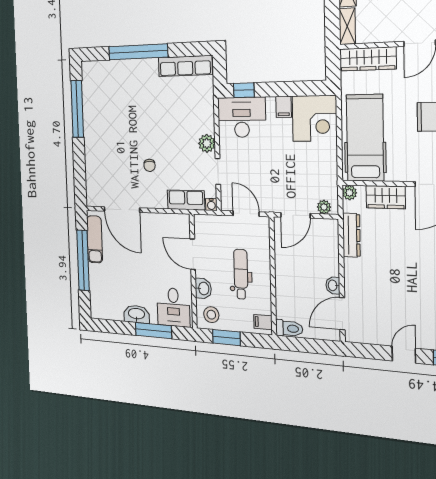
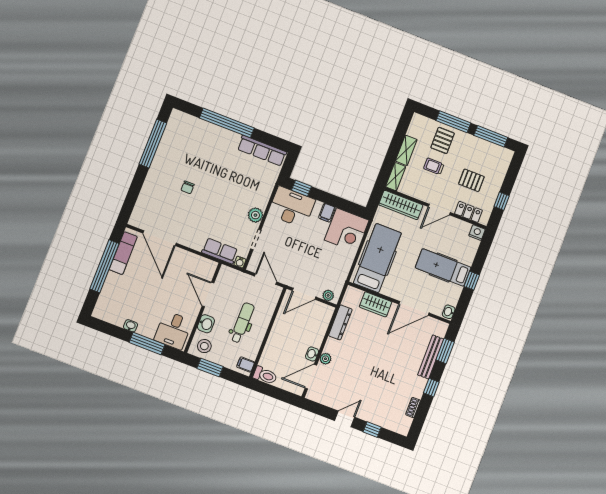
chair: (150, 165) -> (188, 187), moved
plant: (350, 193) -> (325, 359), moved
washbasin: (136, 314) -> (131, 326), width x0.52, depth x0.69

